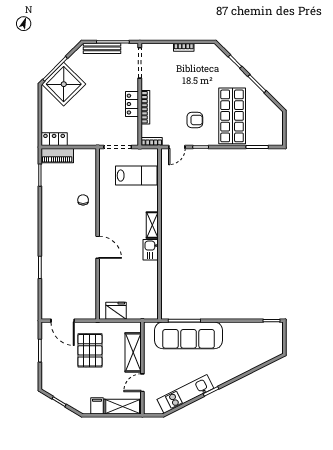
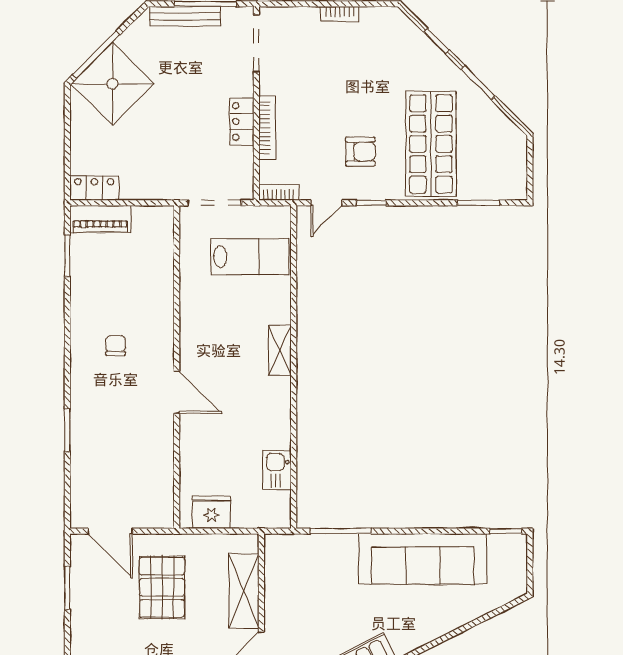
chair: (83, 200) -> (116, 346), moved
kitchen sink: (151, 250) -> (277, 470), moved
sofa: (189, 335) -> (423, 559), moved

